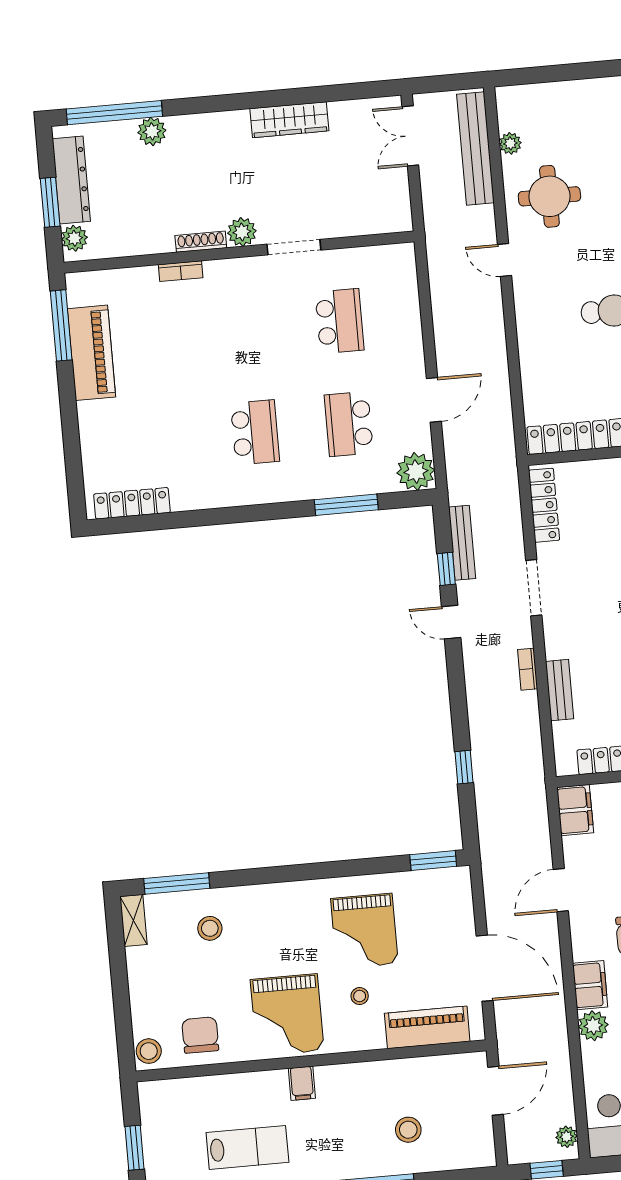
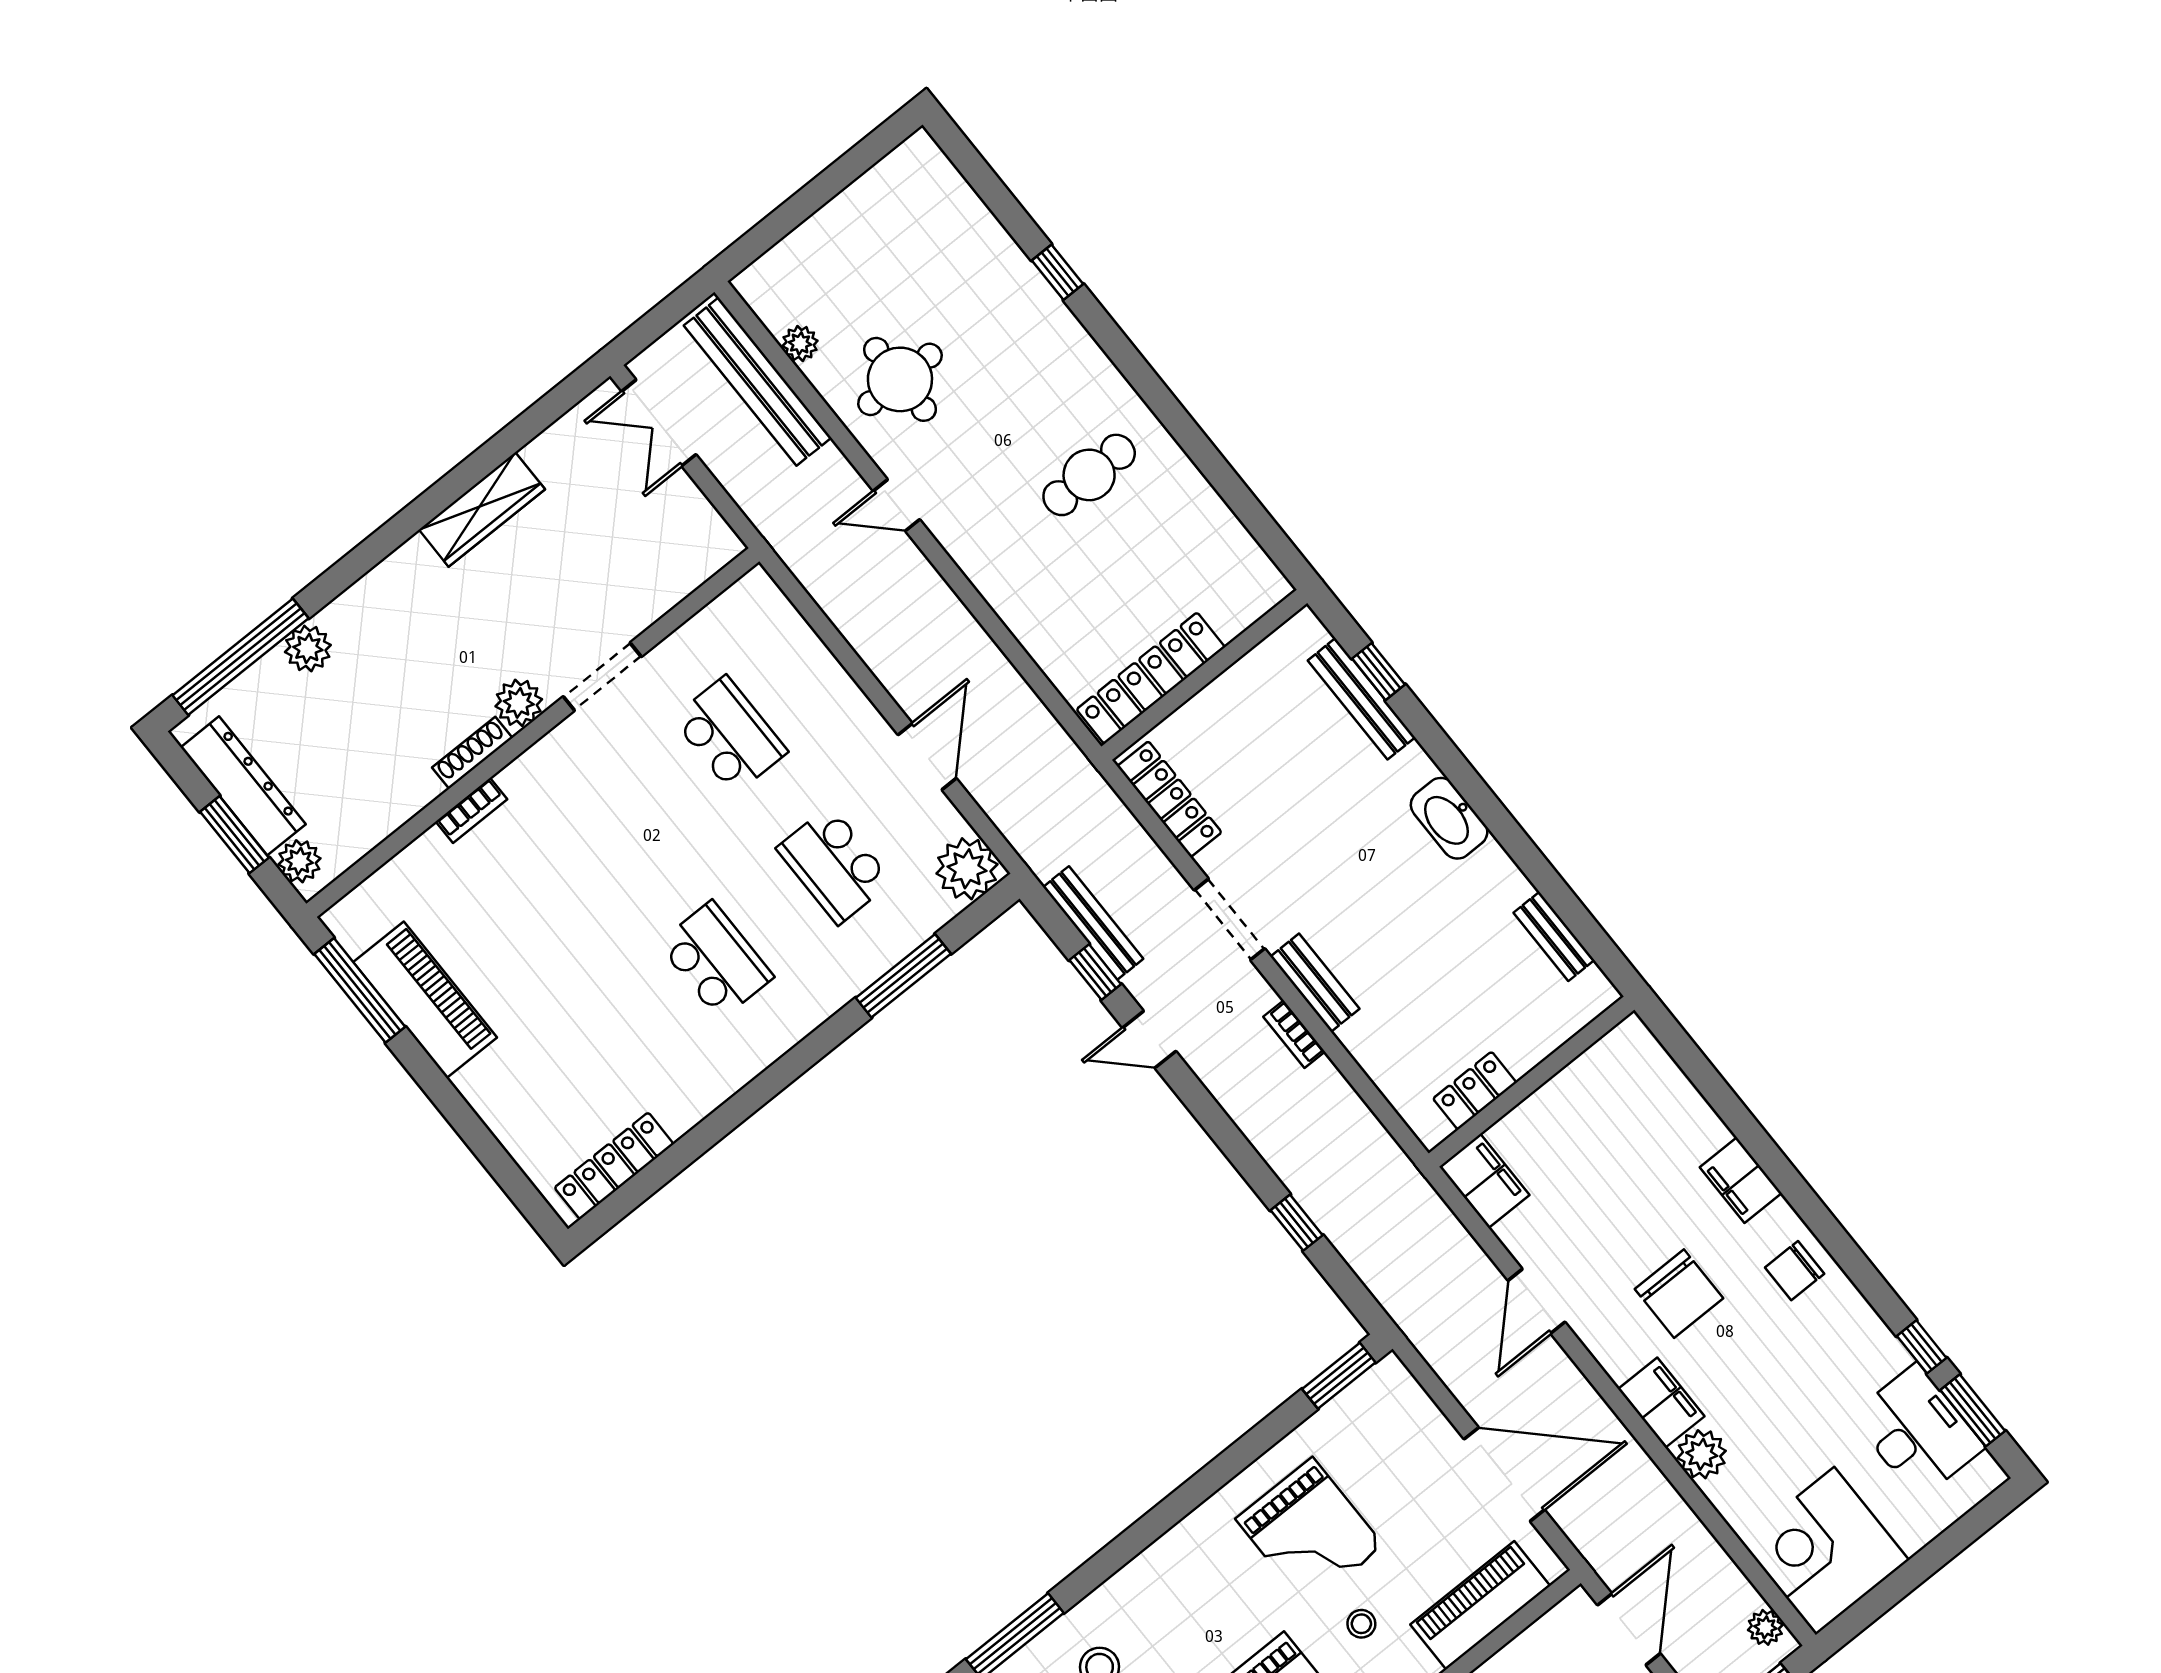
bench: (560, 690) -> (1315, 983), moved

